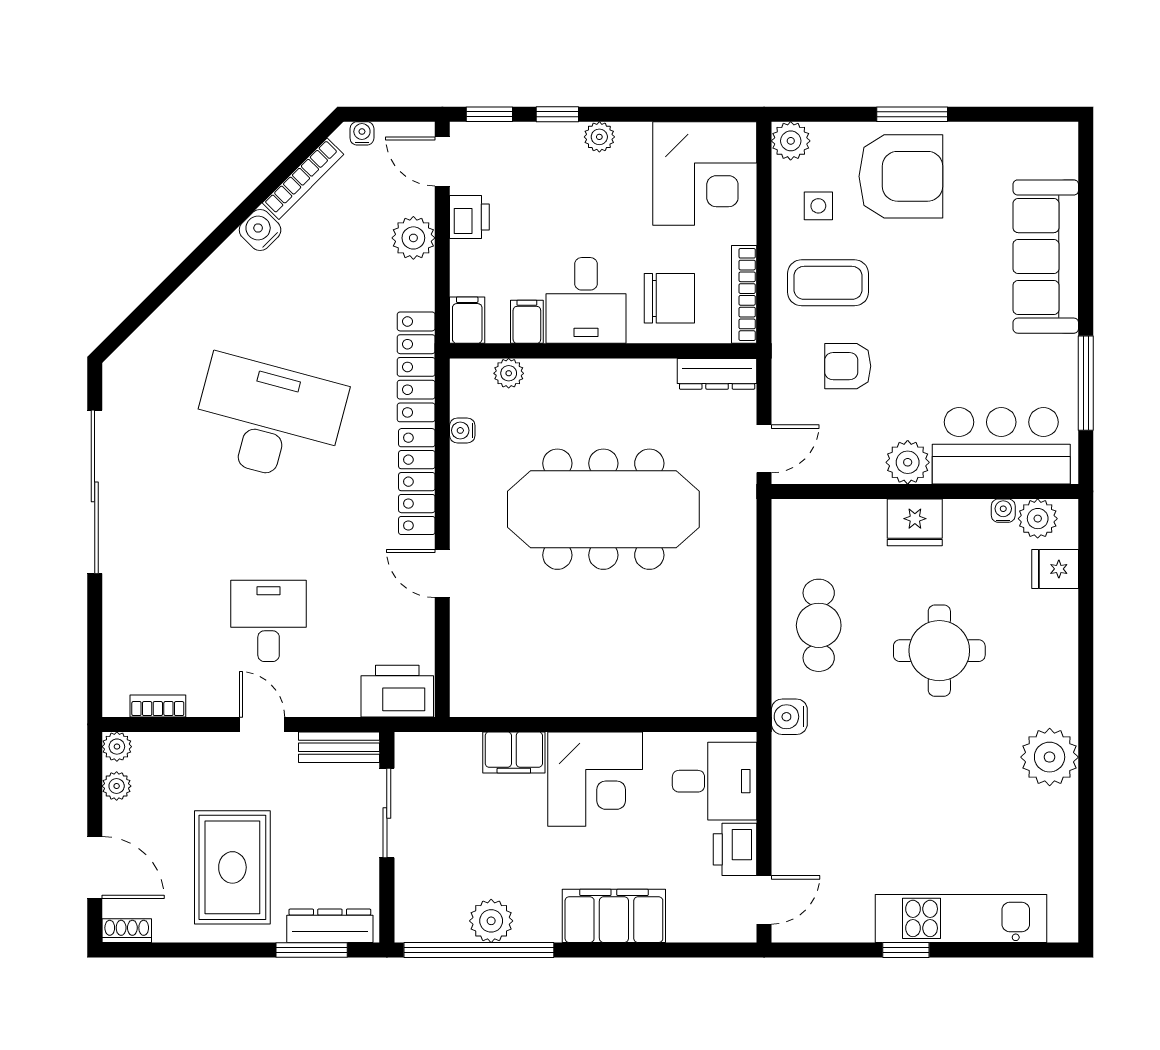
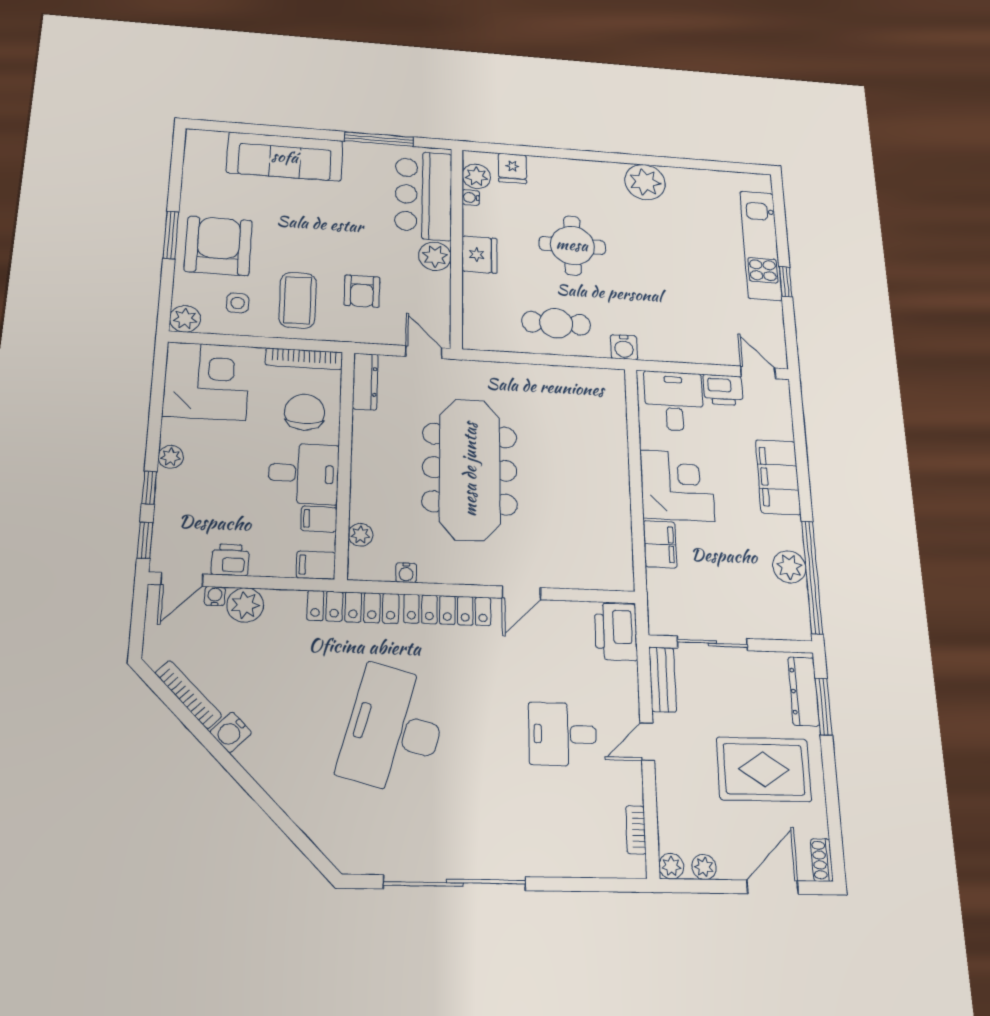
water cooler: (362, 133) -> (215, 596), moved, turned 90

